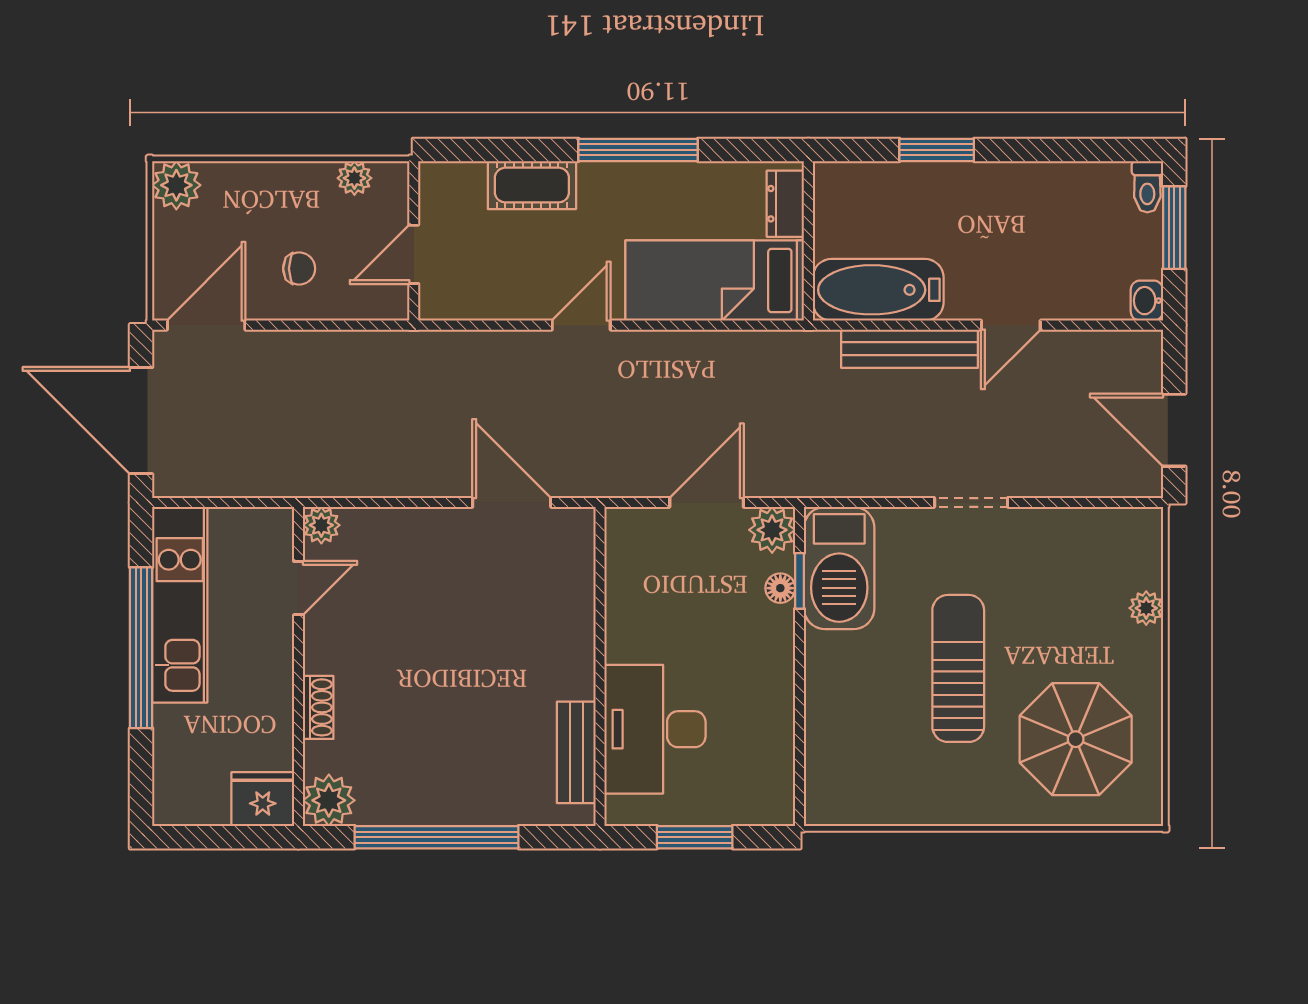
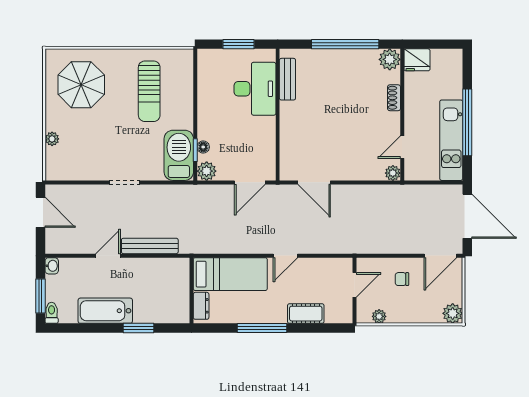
bathtub: (878, 290) -> (105, 311), moved, turned 180
door: (707, 502) -> (250, 182), moved
sun lounger: (958, 668) -> (149, 91), moved

